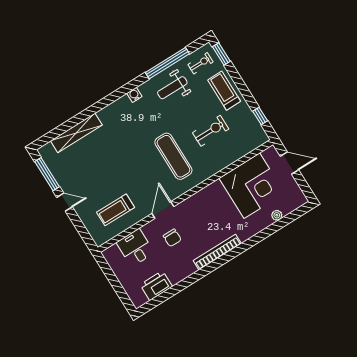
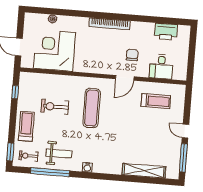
treadmill: (224, 91) -> (26, 126), turned 180

